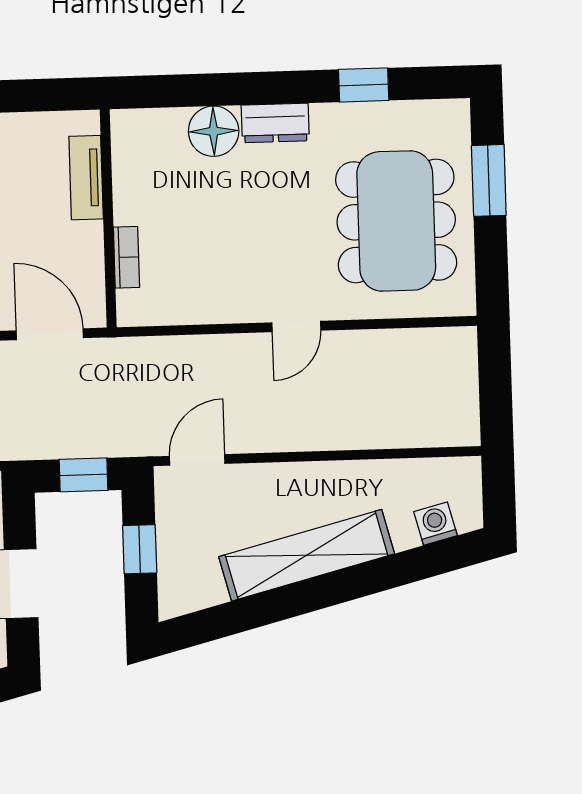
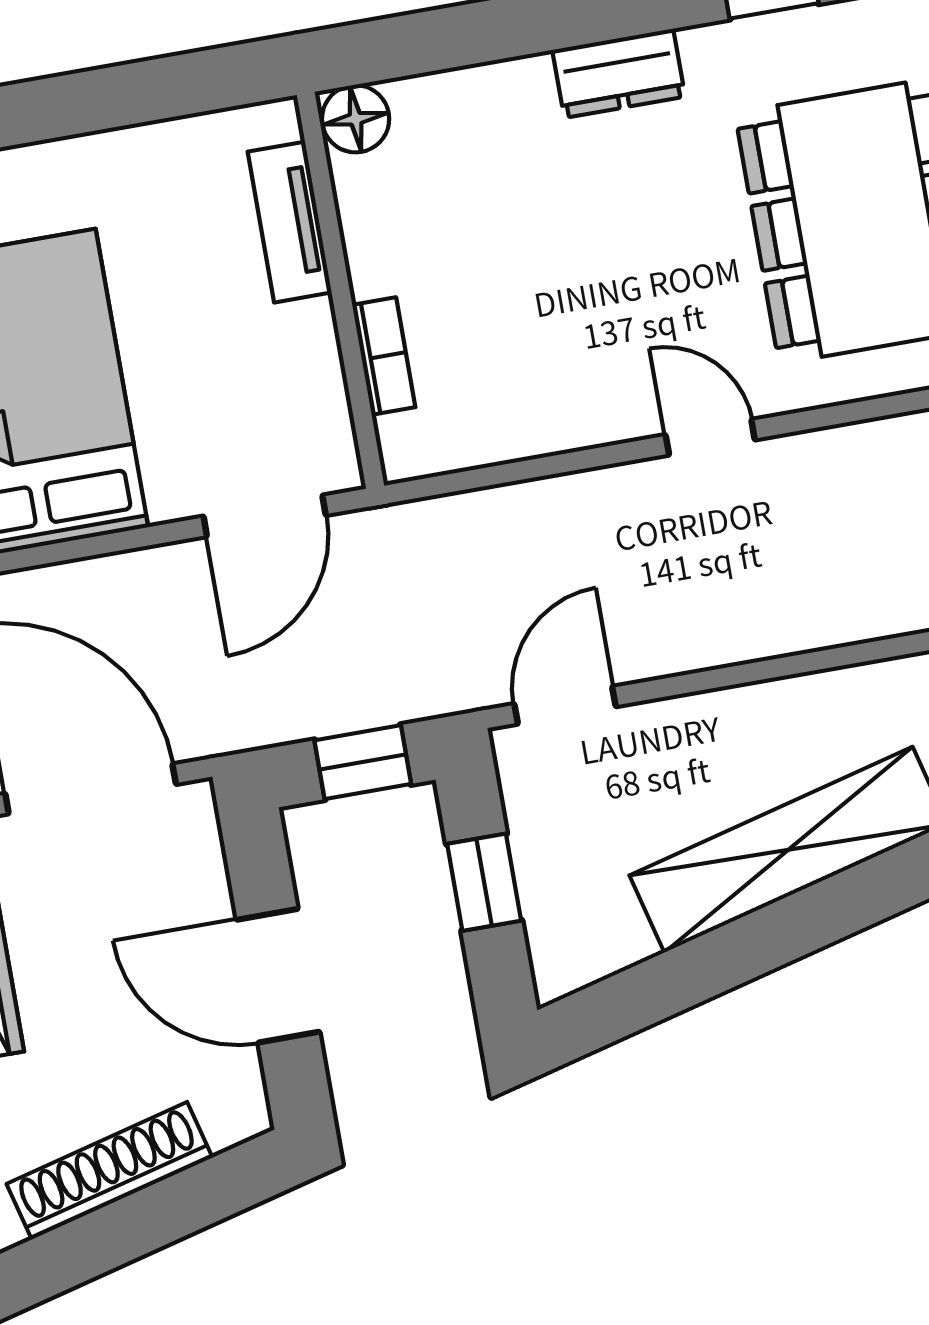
floor lamp: (214, 131) -> (356, 119), moved, width x0.73, depth x0.73
door: (296, 326) -> (710, 437), swing flipped
door: (50, 334) -> (265, 516), swing flipped

